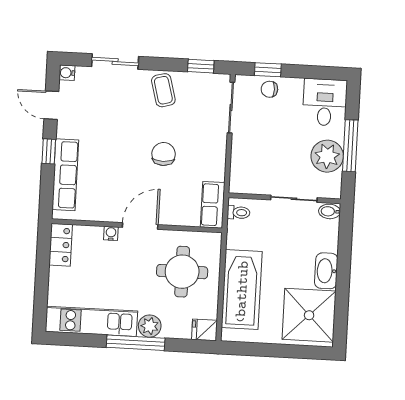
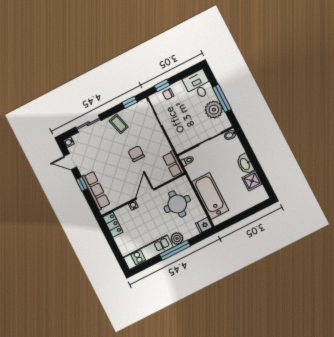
shower: (309, 315) -> (252, 181), width x0.54, depth x0.54

